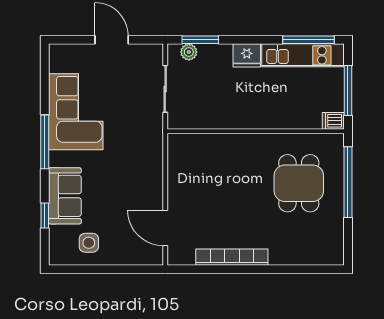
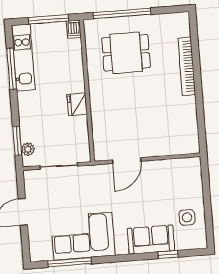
window: (309, 40) -> (12, 69), moved
fridge: (247, 55) -> (77, 104), moved, turned 180
window: (45, 142) -> (70, 262), moved
door: (165, 228) -> (127, 161), moved
bookcase: (232, 257) -> (187, 66), moved

